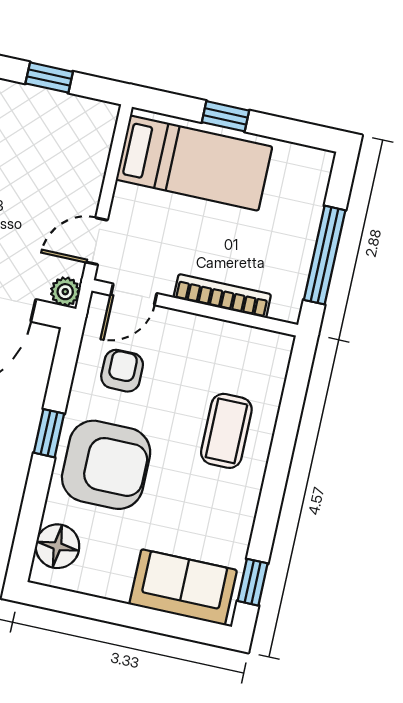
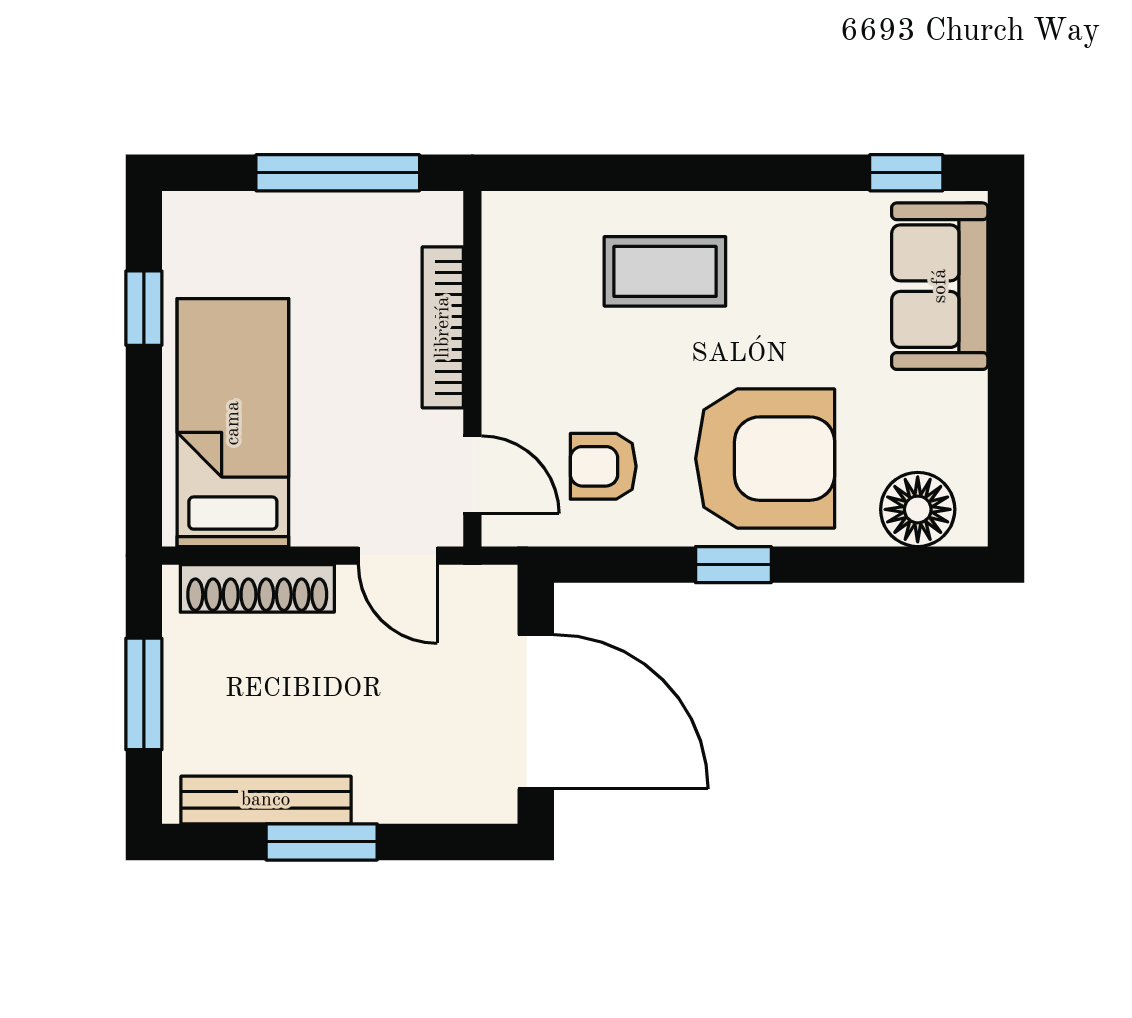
window: (49, 78) -> (144, 694), width x1.50
window: (226, 116) -> (144, 308), moved
shoe rack: (96, 156) -> (257, 588), added
plant: (65, 292) -> (493, 589), removed
armchair: (106, 465) -> (765, 459), turned 90

